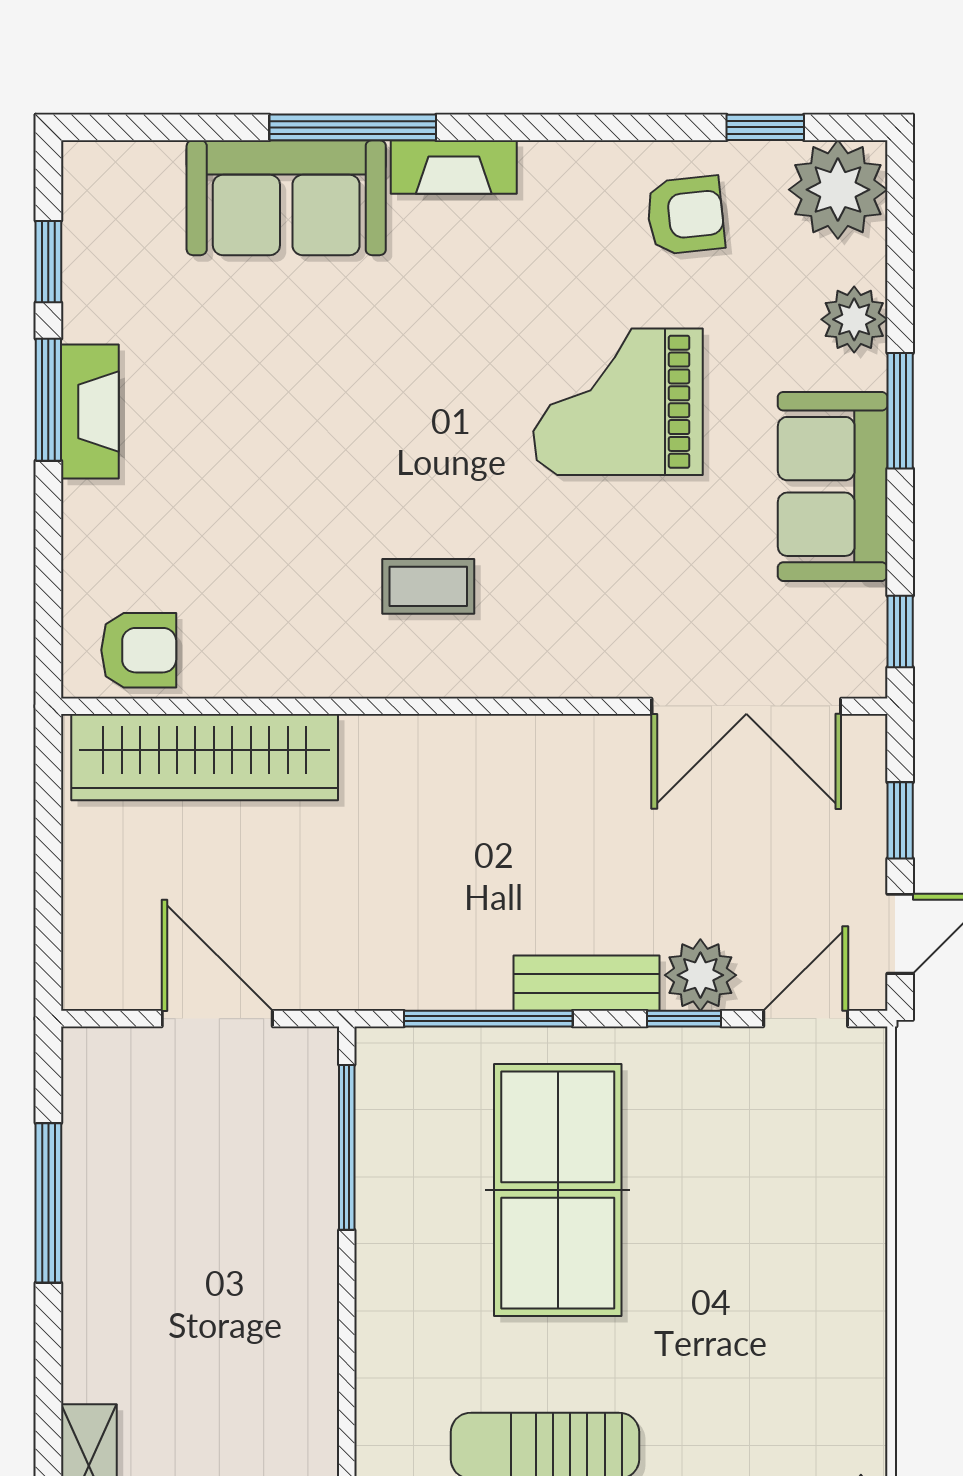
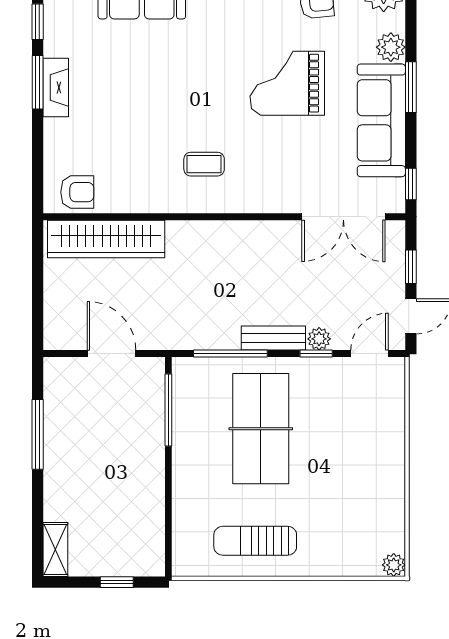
sofa: (833, 486) -> (381, 120), width x1.36
plant: (700, 975) -> (319, 339), width x0.73, depth x0.73

